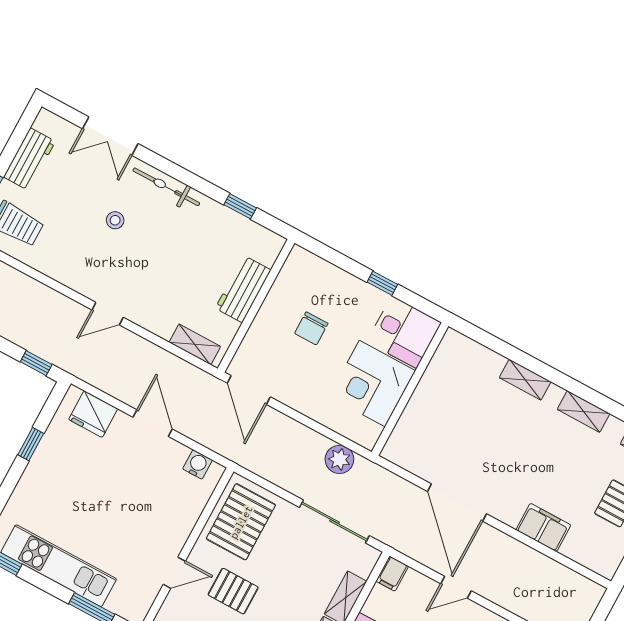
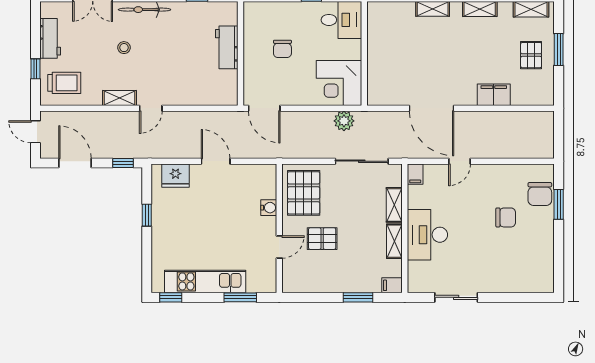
shelving: (195, 344) -> (119, 98), moved
corner desk: (372, 384) -> (339, 83), moved
water cooler: (197, 464) -> (269, 208), moved, turned 90

